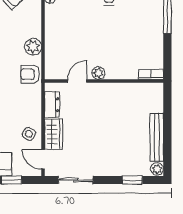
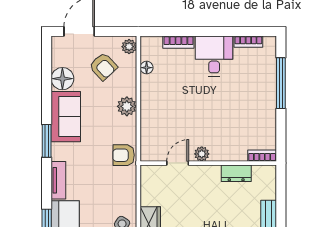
plant: (33, 47) -> (127, 106), moved
dresser: (52, 105) -> (236, 173), moved, turned 90

